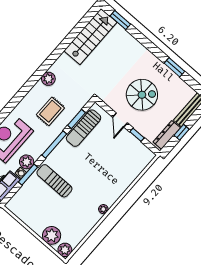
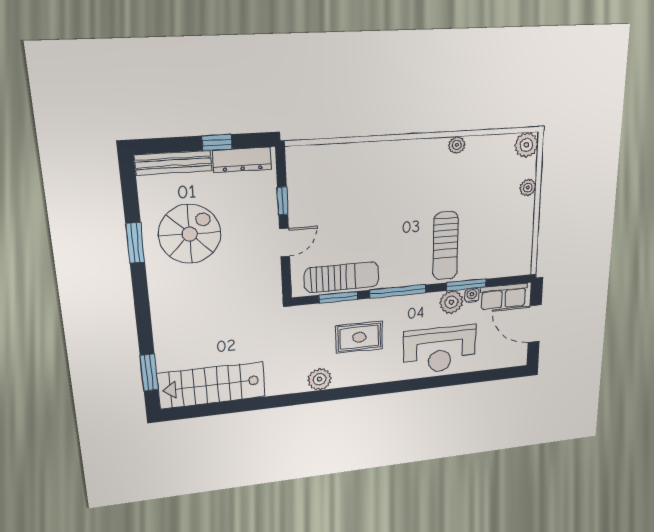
spiral stairs: (142, 95) -> (190, 234), moved, turned 90
plant: (103, 209) -> (457, 145), moved
plant: (52, 235) -> (528, 188), width x0.53, depth x0.53

